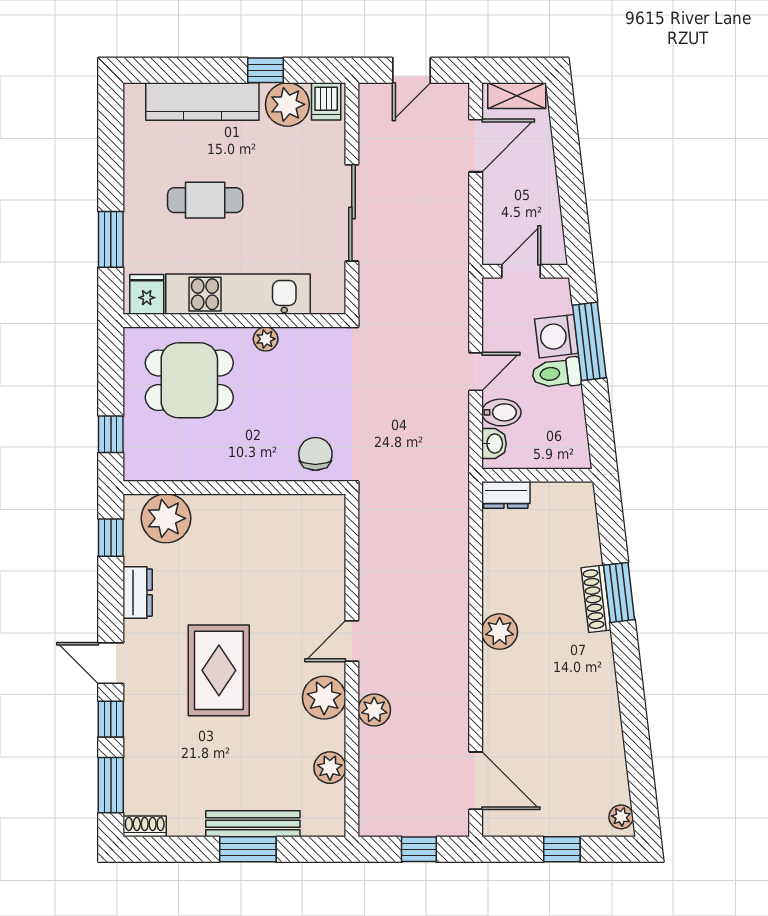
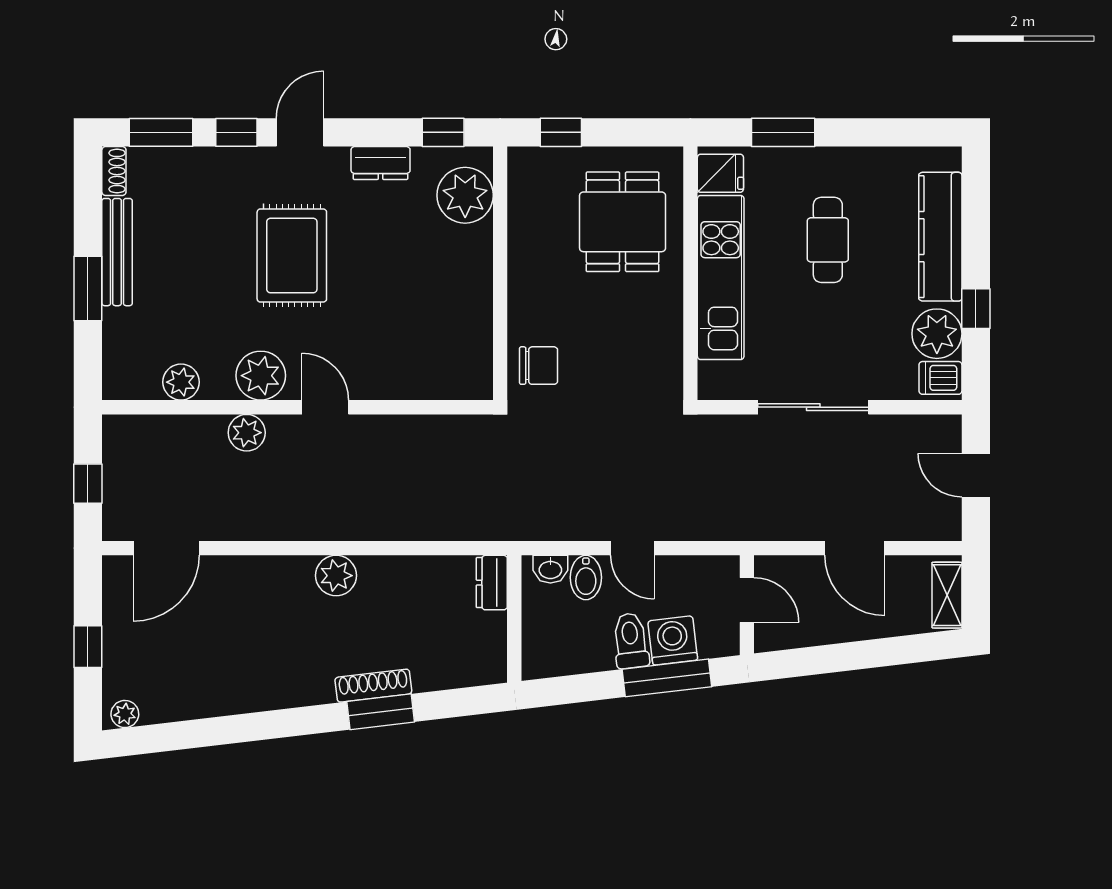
door: (476, 146) -> (855, 548), moved
plant: (266, 339) -> (670, 309), removed
rug: (219, 670) -> (292, 256), turned 90
bench: (253, 824) -> (117, 252), moved

